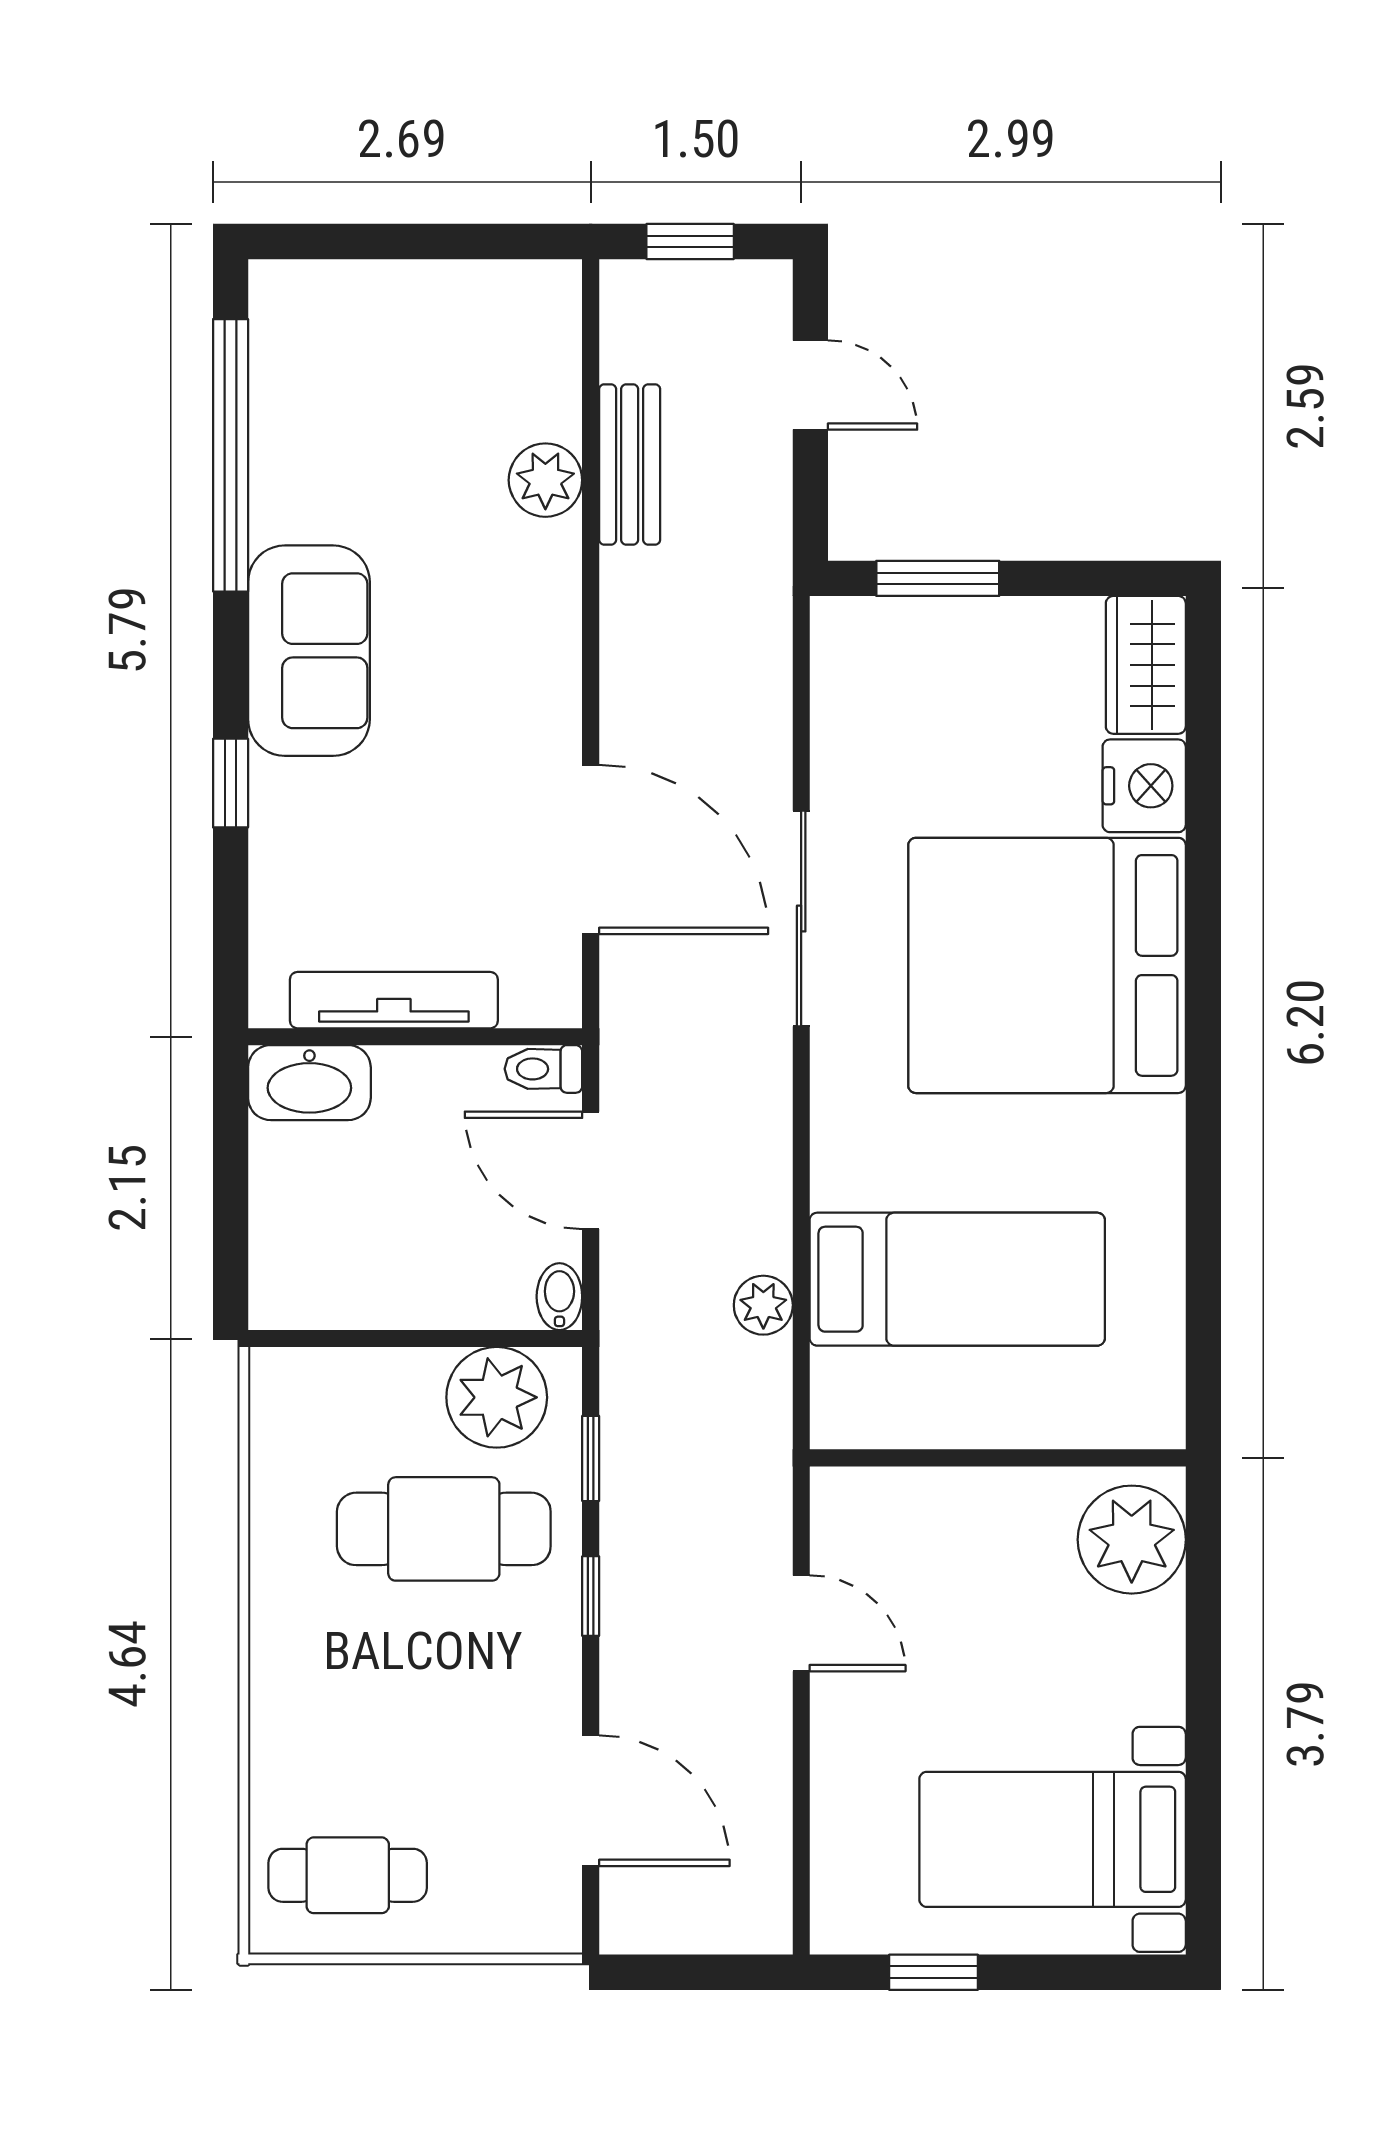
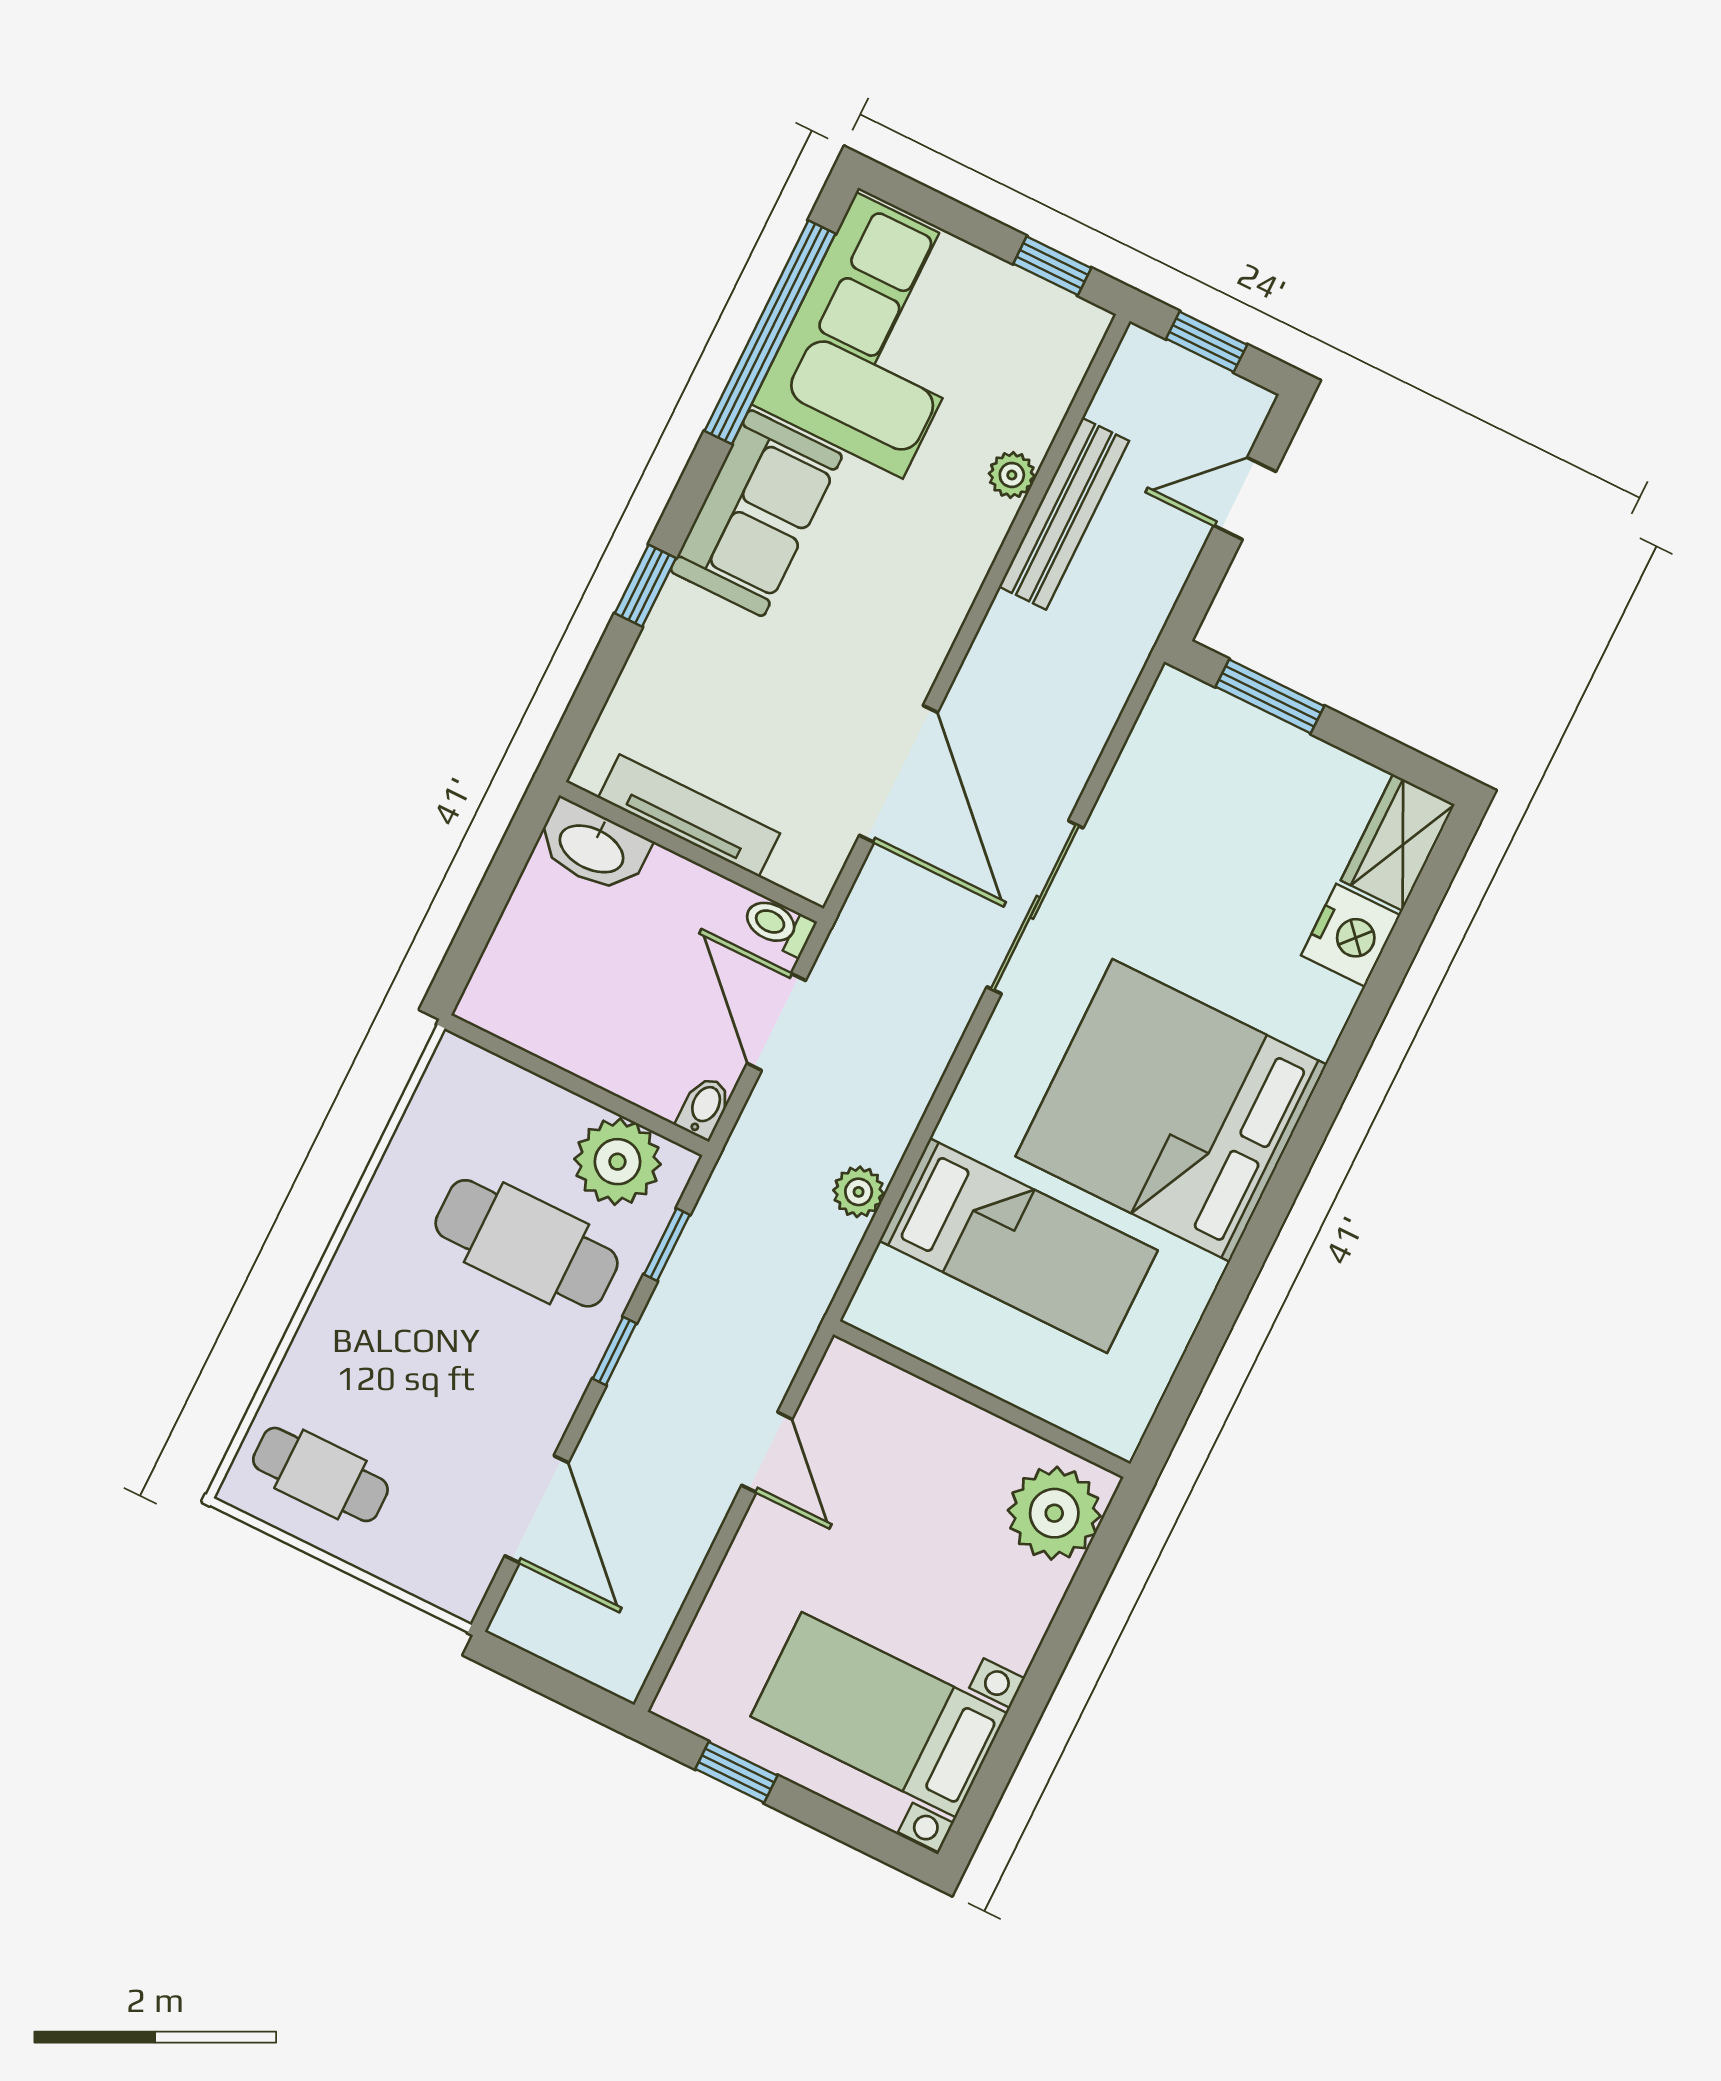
window: (490, 242) -> (1052, 266), added
door: (810, 385) -> (1245, 498), swing flipped
corner sofa: (346, 403) -> (879, 335), added
bench: (630, 464) -> (1064, 514), width x1.36
plant: (545, 480) -> (1012, 475), width x0.73, depth x0.73
bed: (1047, 965) -> (1171, 1110), moved

